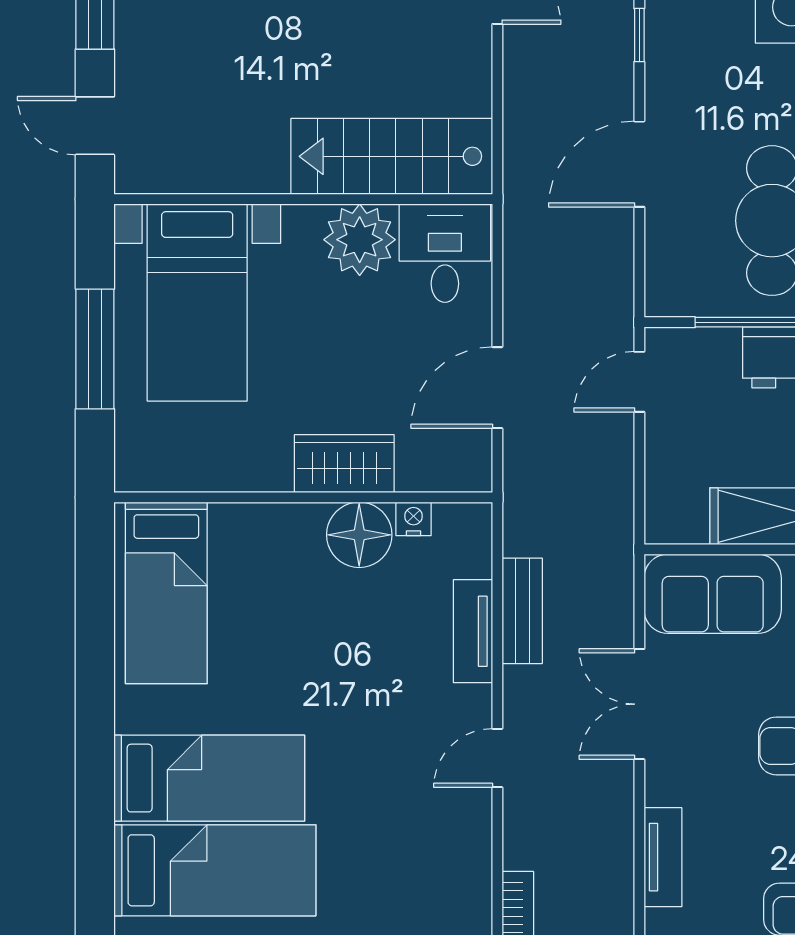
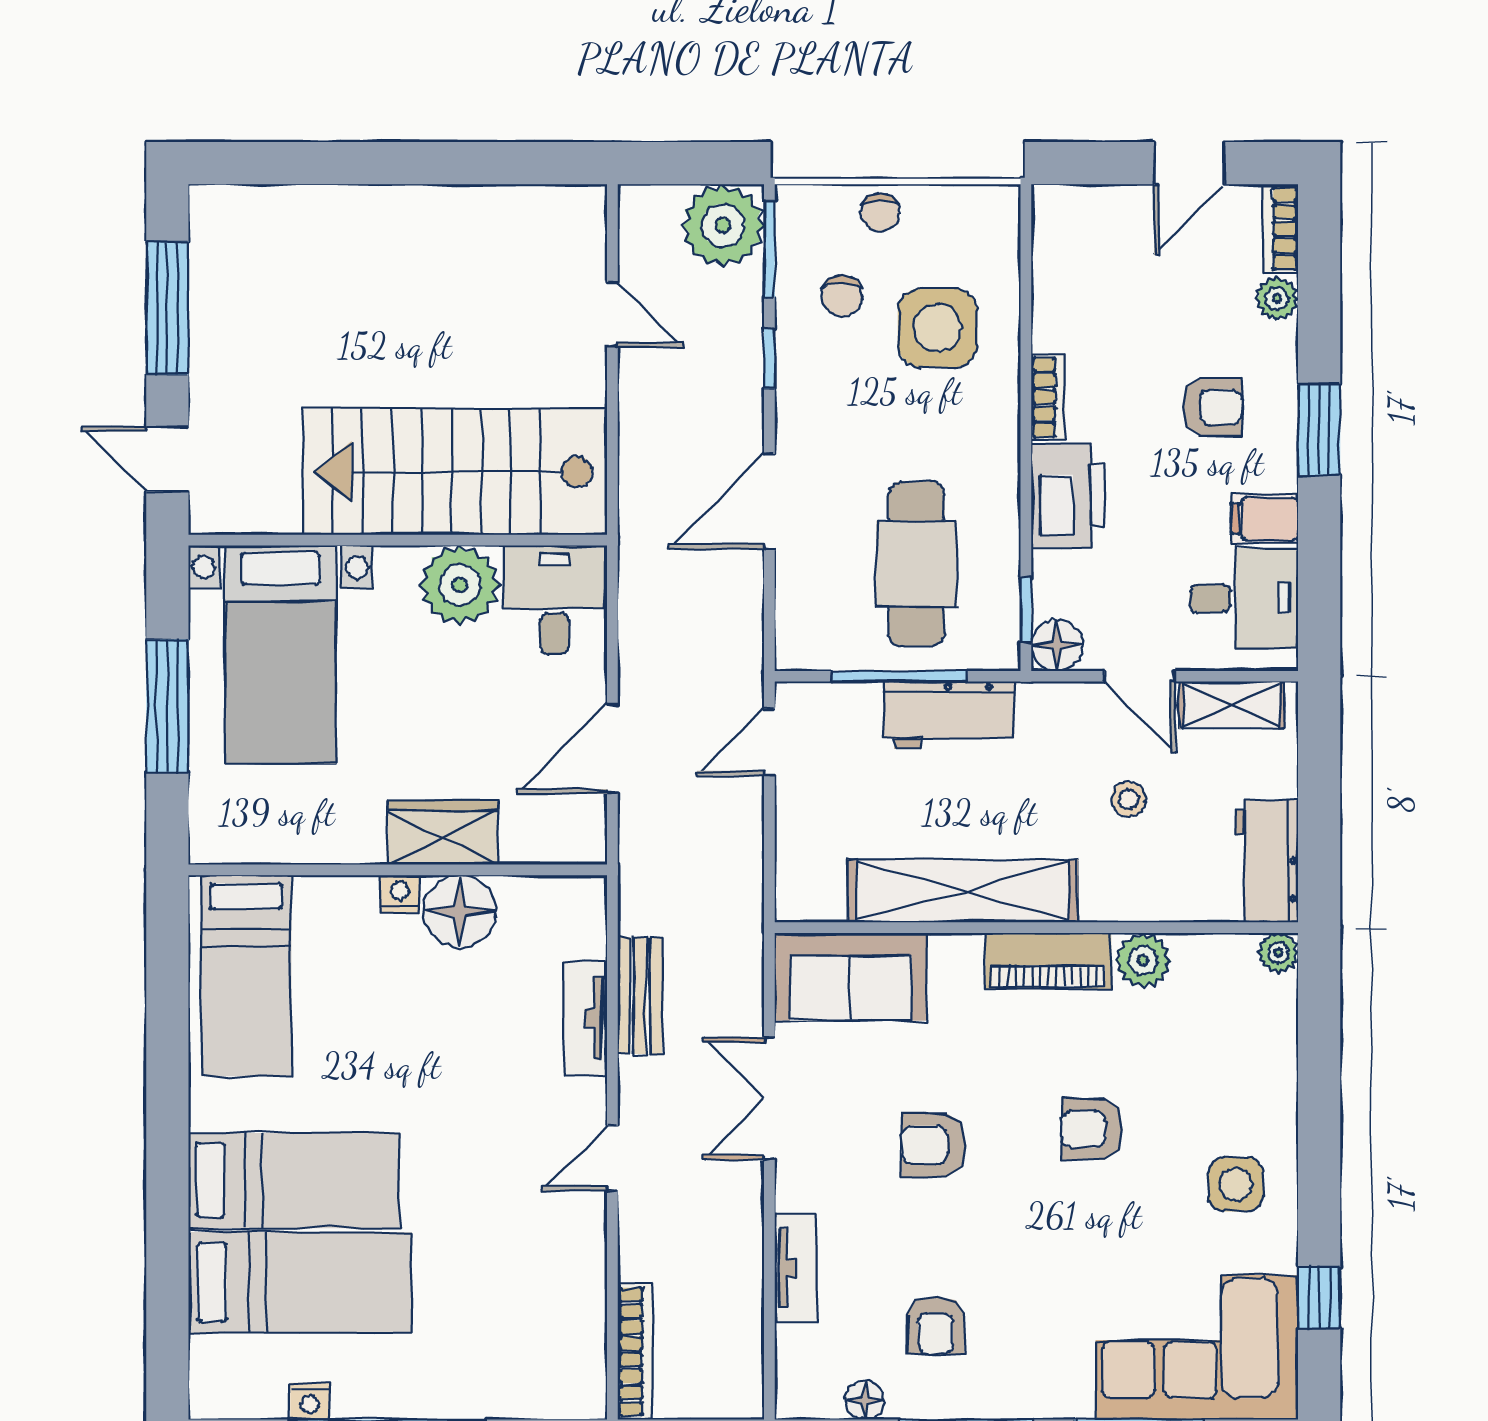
stairs: (392, 156) -> (455, 472), width x1.36, depth x1.51
nightstand: (414, 519) -> (400, 894), moved

